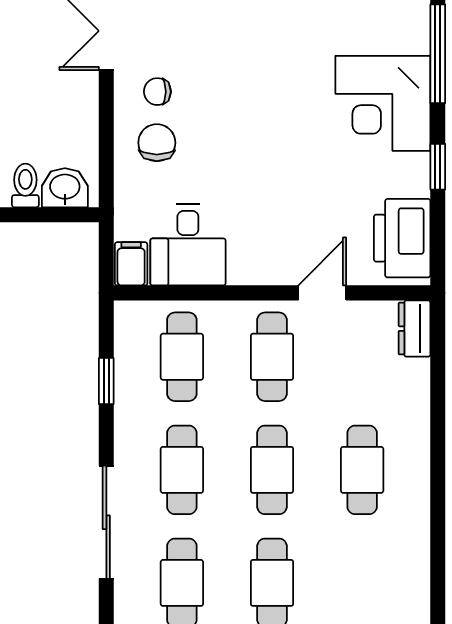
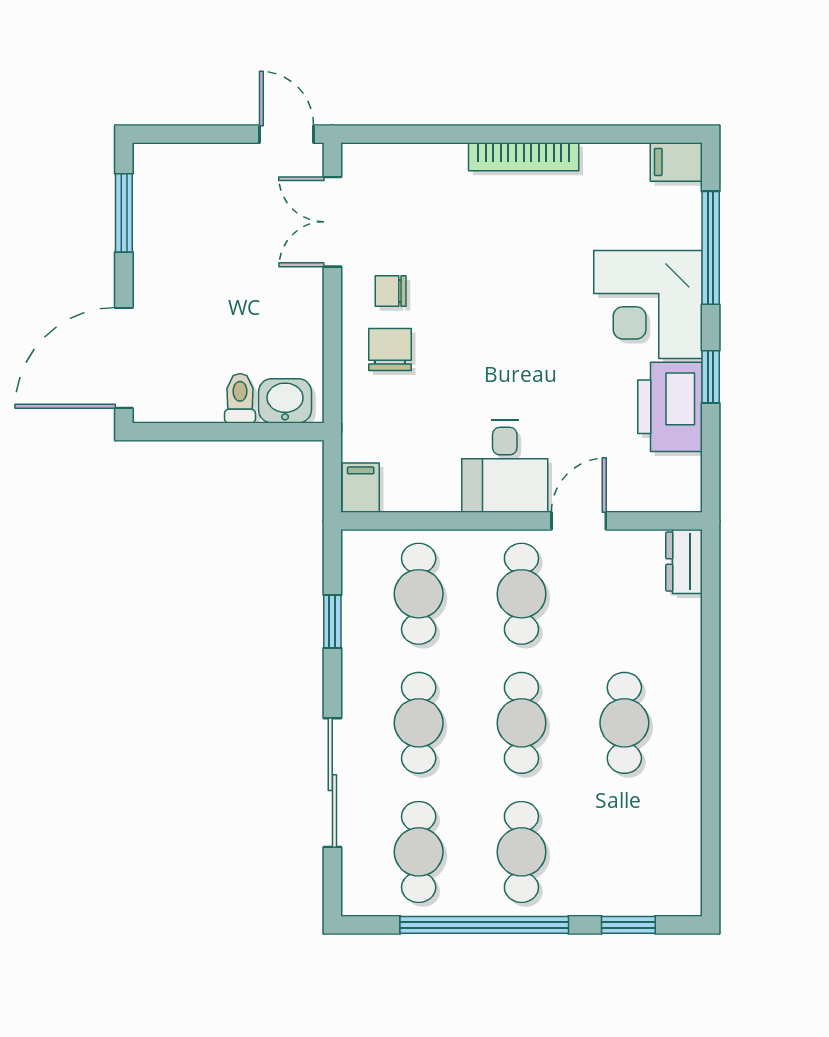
printer: (402, 238) -> (670, 407), moved
desk: (188, 245) -> (505, 466), moved

